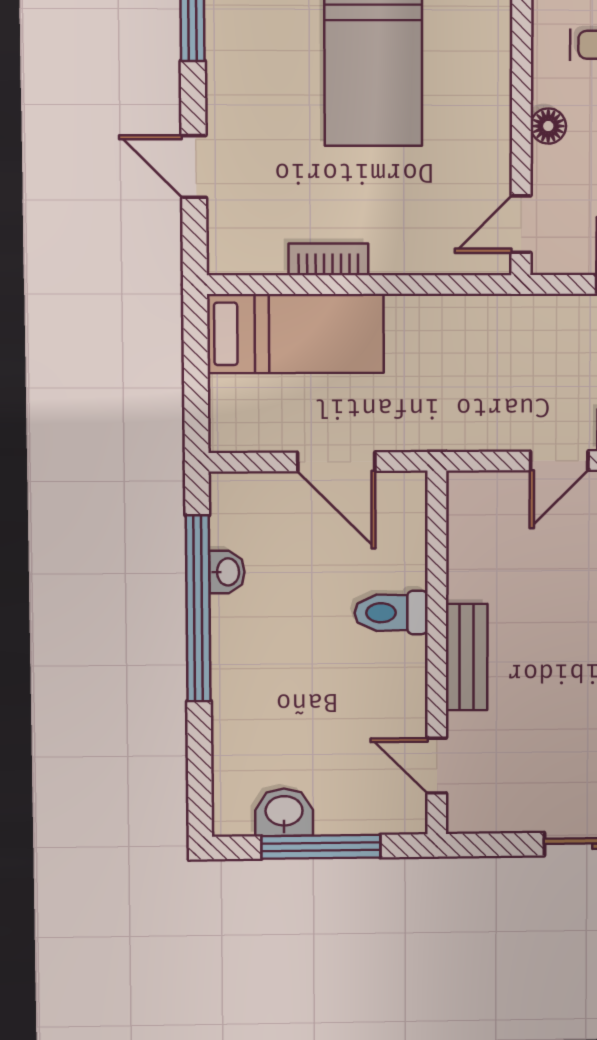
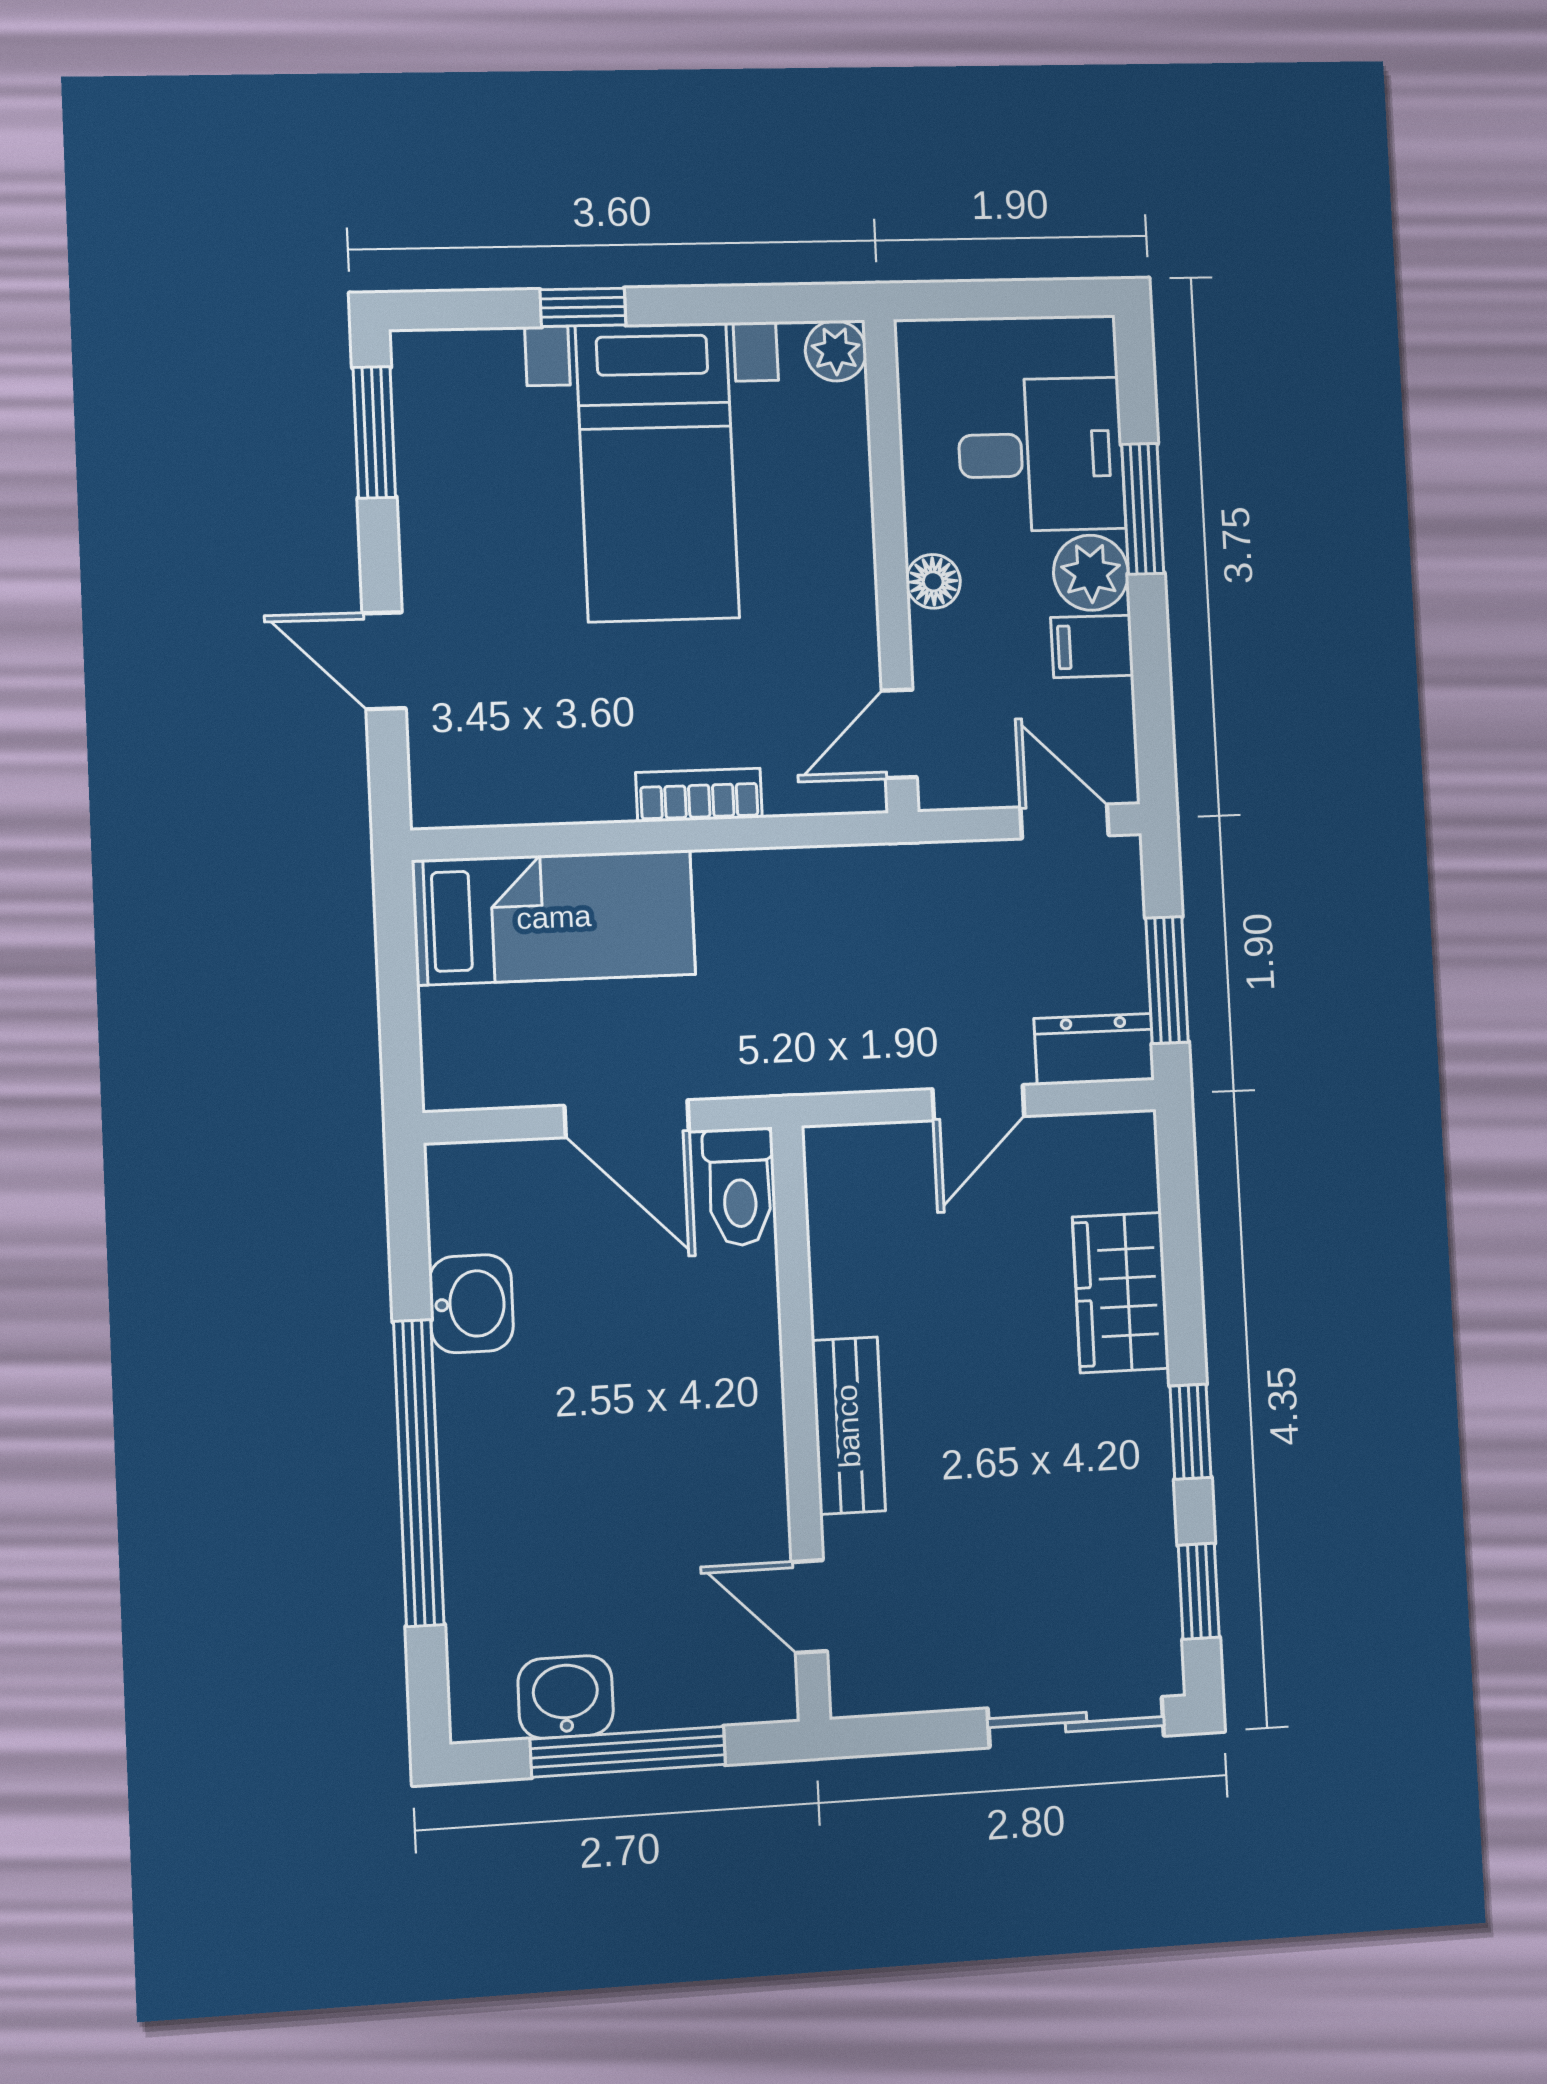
bookcase: (328, 259) -> (699, 795), moved
washbasin: (227, 572) -> (471, 1304), width x1.38, depth x1.45
window: (198, 609) -> (419, 1473), moved
toilet: (391, 613) -> (740, 1187), moved, turned -90

